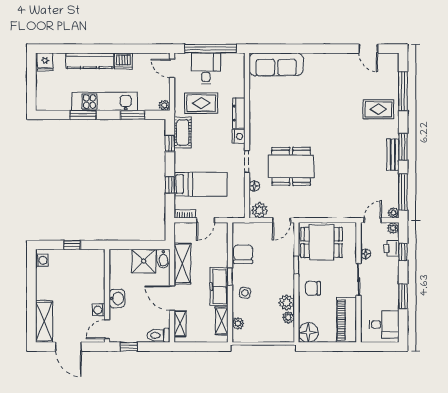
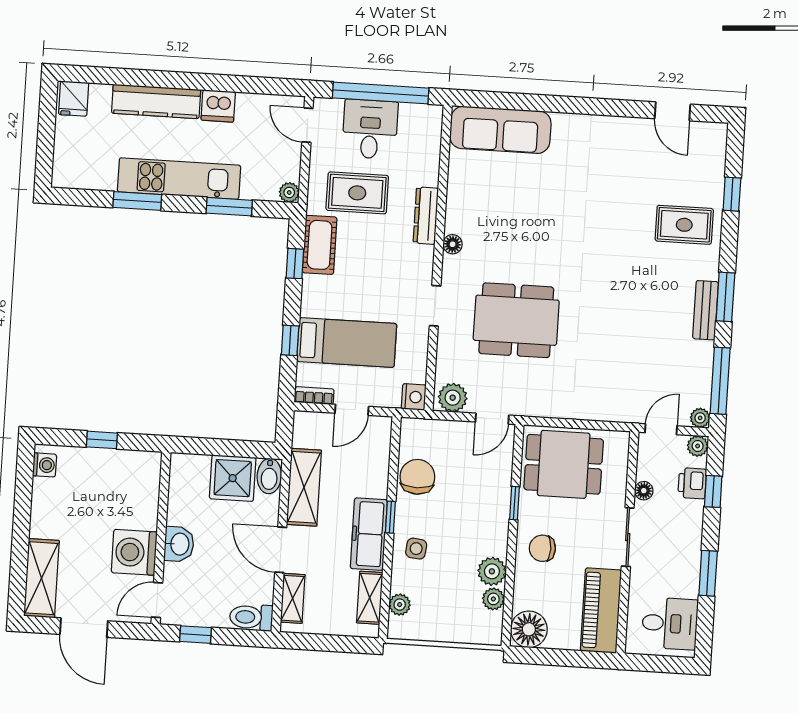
window: (403, 91) -> (732, 194), width x0.46
nightstand: (238, 136) -> (414, 397), moved
floor lamp: (254, 186) -> (453, 244), moved
washing machine: (99, 310) -> (134, 552), width x1.89, depth x1.89

